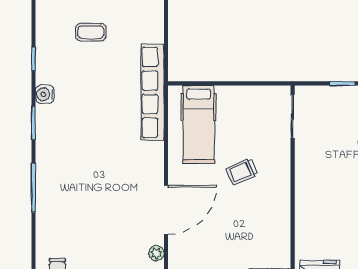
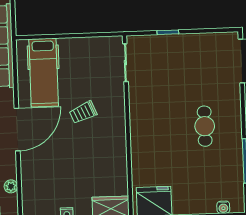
door: (166, 210) -> (17, 130), moved

